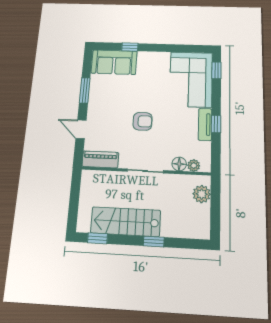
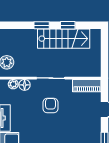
armchair: (143, 121) -> (50, 106), moved, turned 90
window: (97, 238) -> (68, 25), moved

